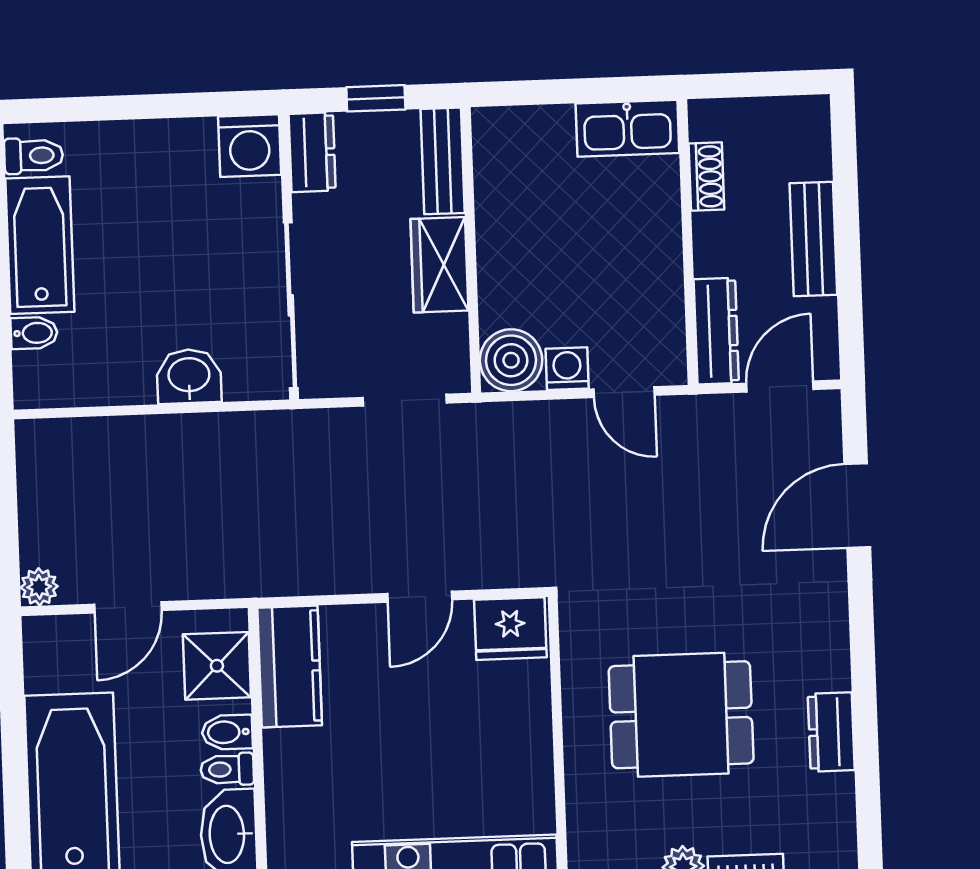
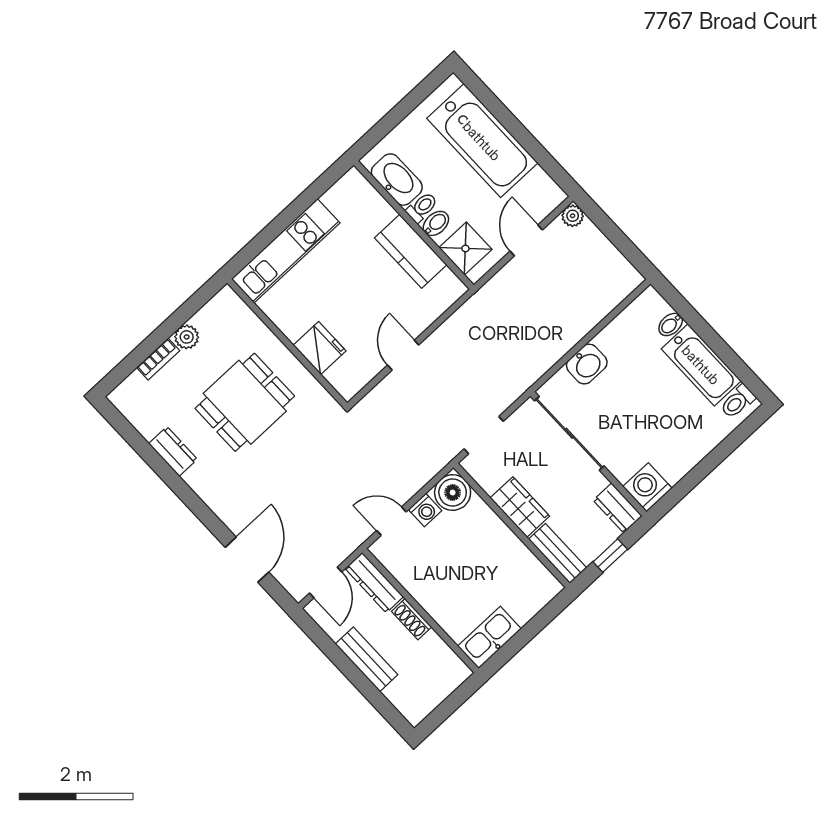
shoe rack: (706, 176) -> (412, 619), moved
fridge: (510, 629) -> (320, 348), moved, turned 90
kitchen counter: (290, 666) -> (411, 251), moved

